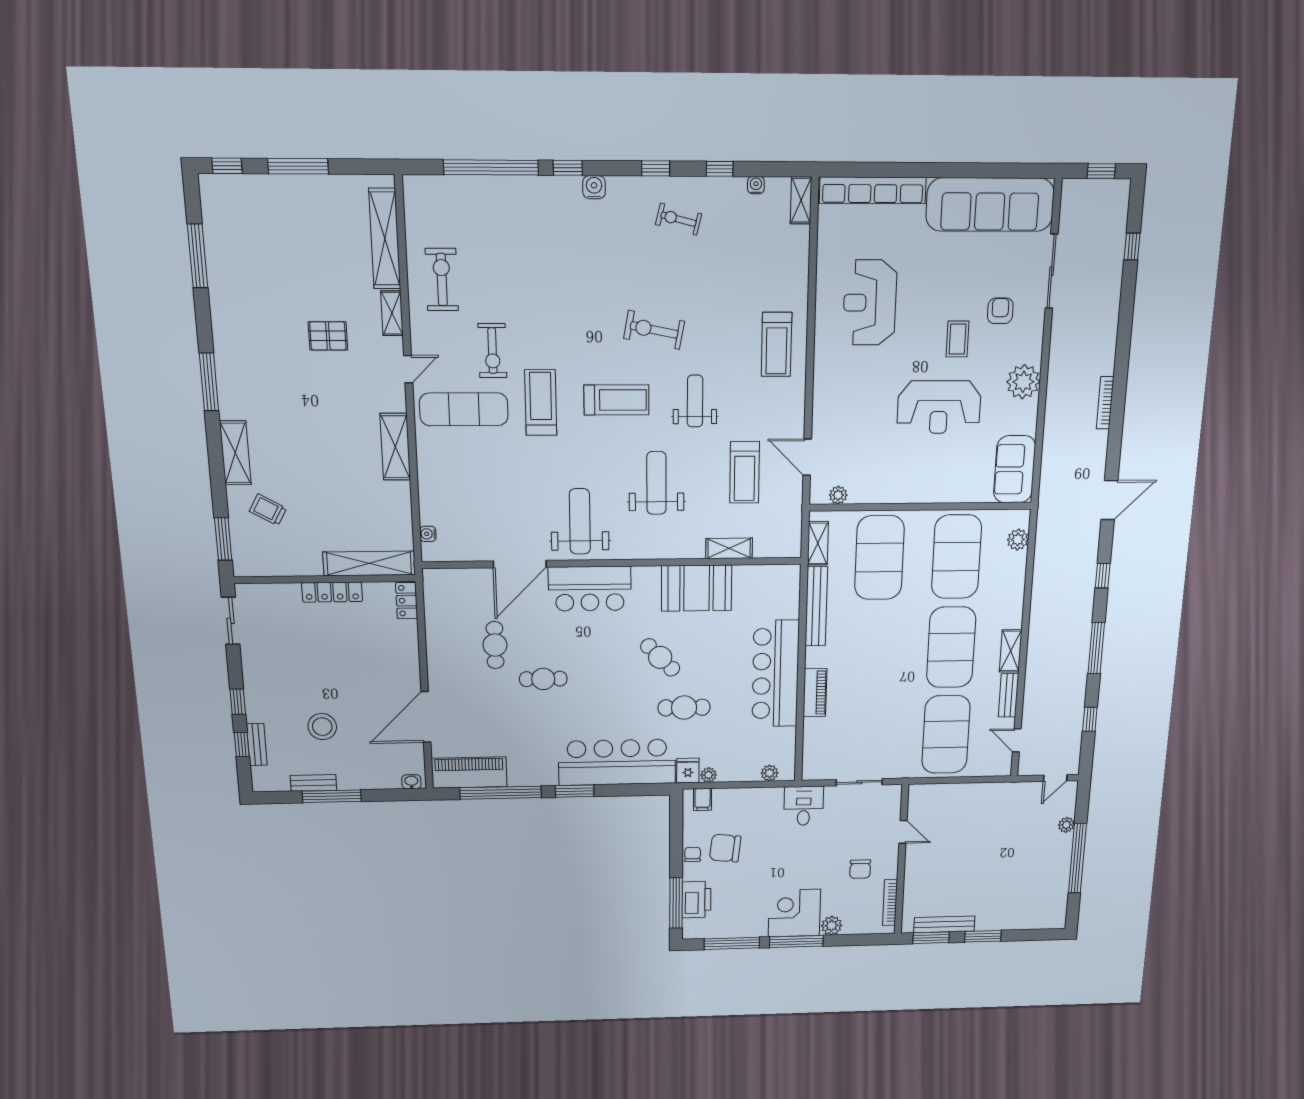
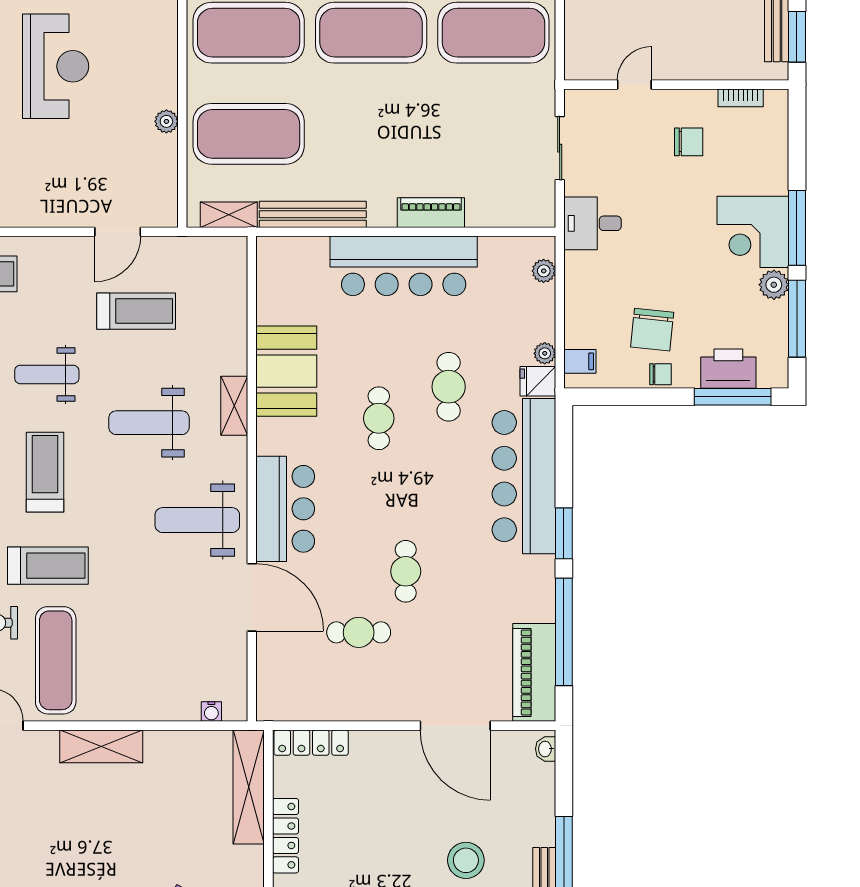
treadmill: (541, 403) -> (48, 566), turned 180
plant: (838, 495) -> (166, 121), moved
shelving: (729, 548) -> (234, 406), moved
locker: (407, 601) -> (311, 743), width x1.53
cafe table: (660, 657) -> (379, 418), turned -46
chair: (693, 854) -> (660, 374), turned 180
bookcase: (890, 903) -> (741, 98), width x0.64
plant: (832, 926) -> (774, 285), moved

